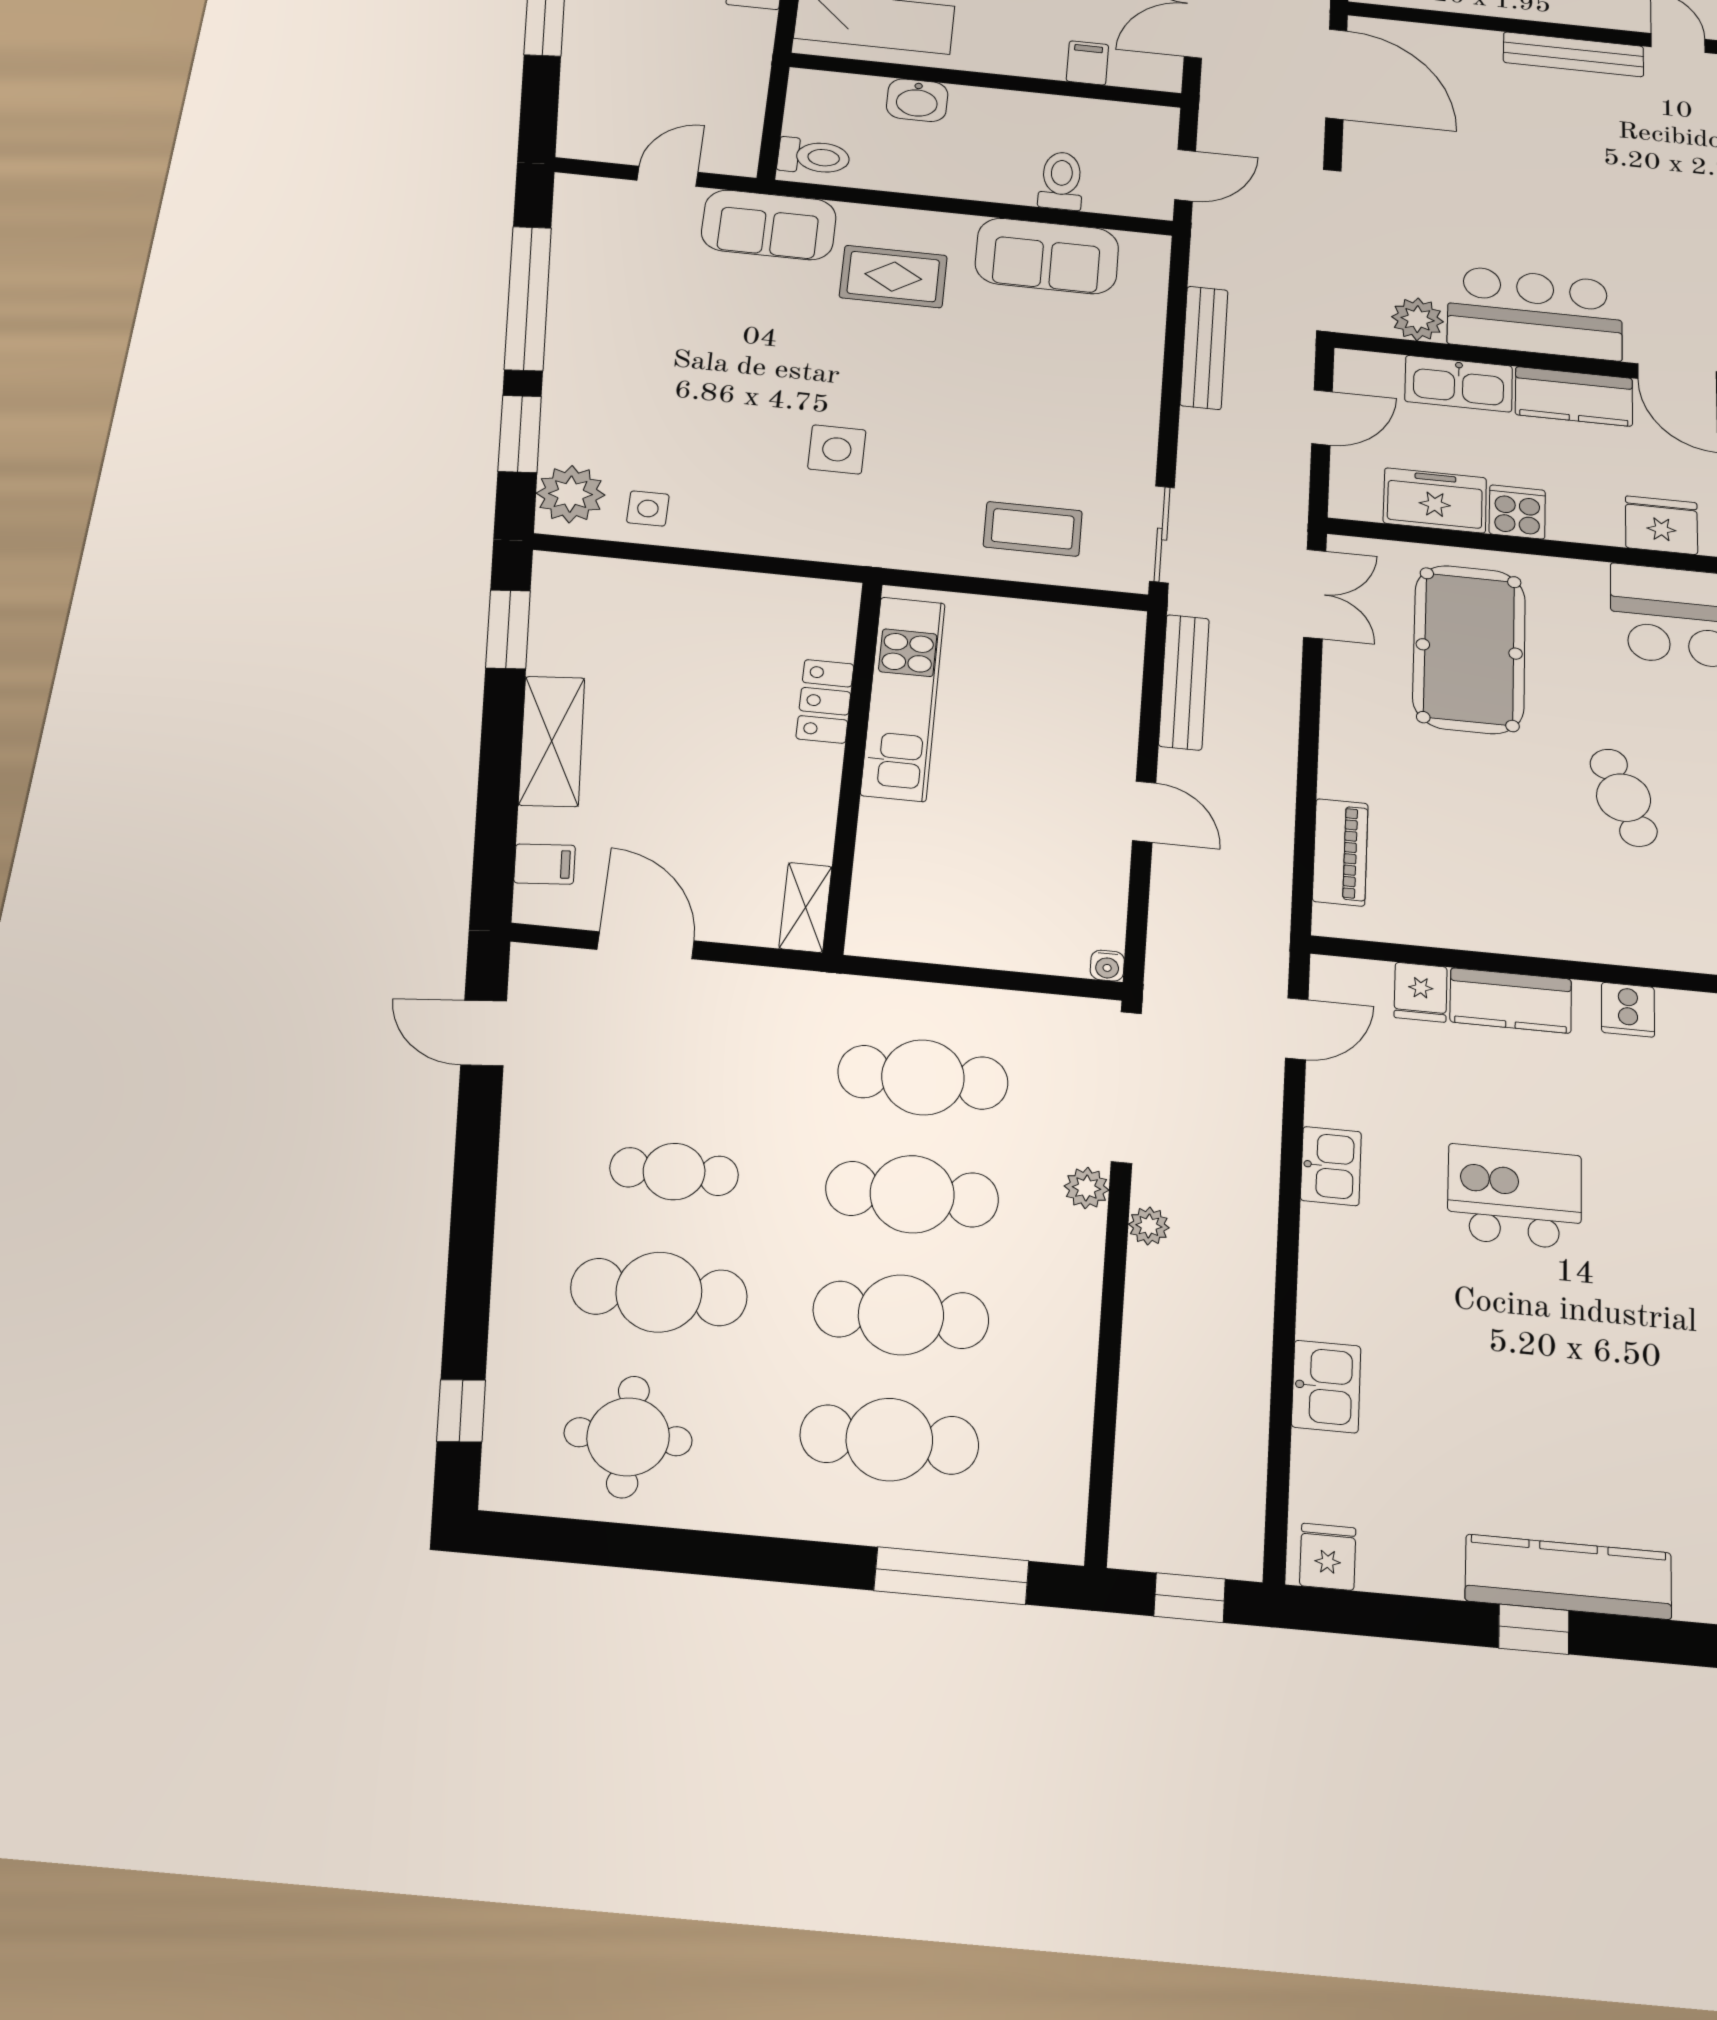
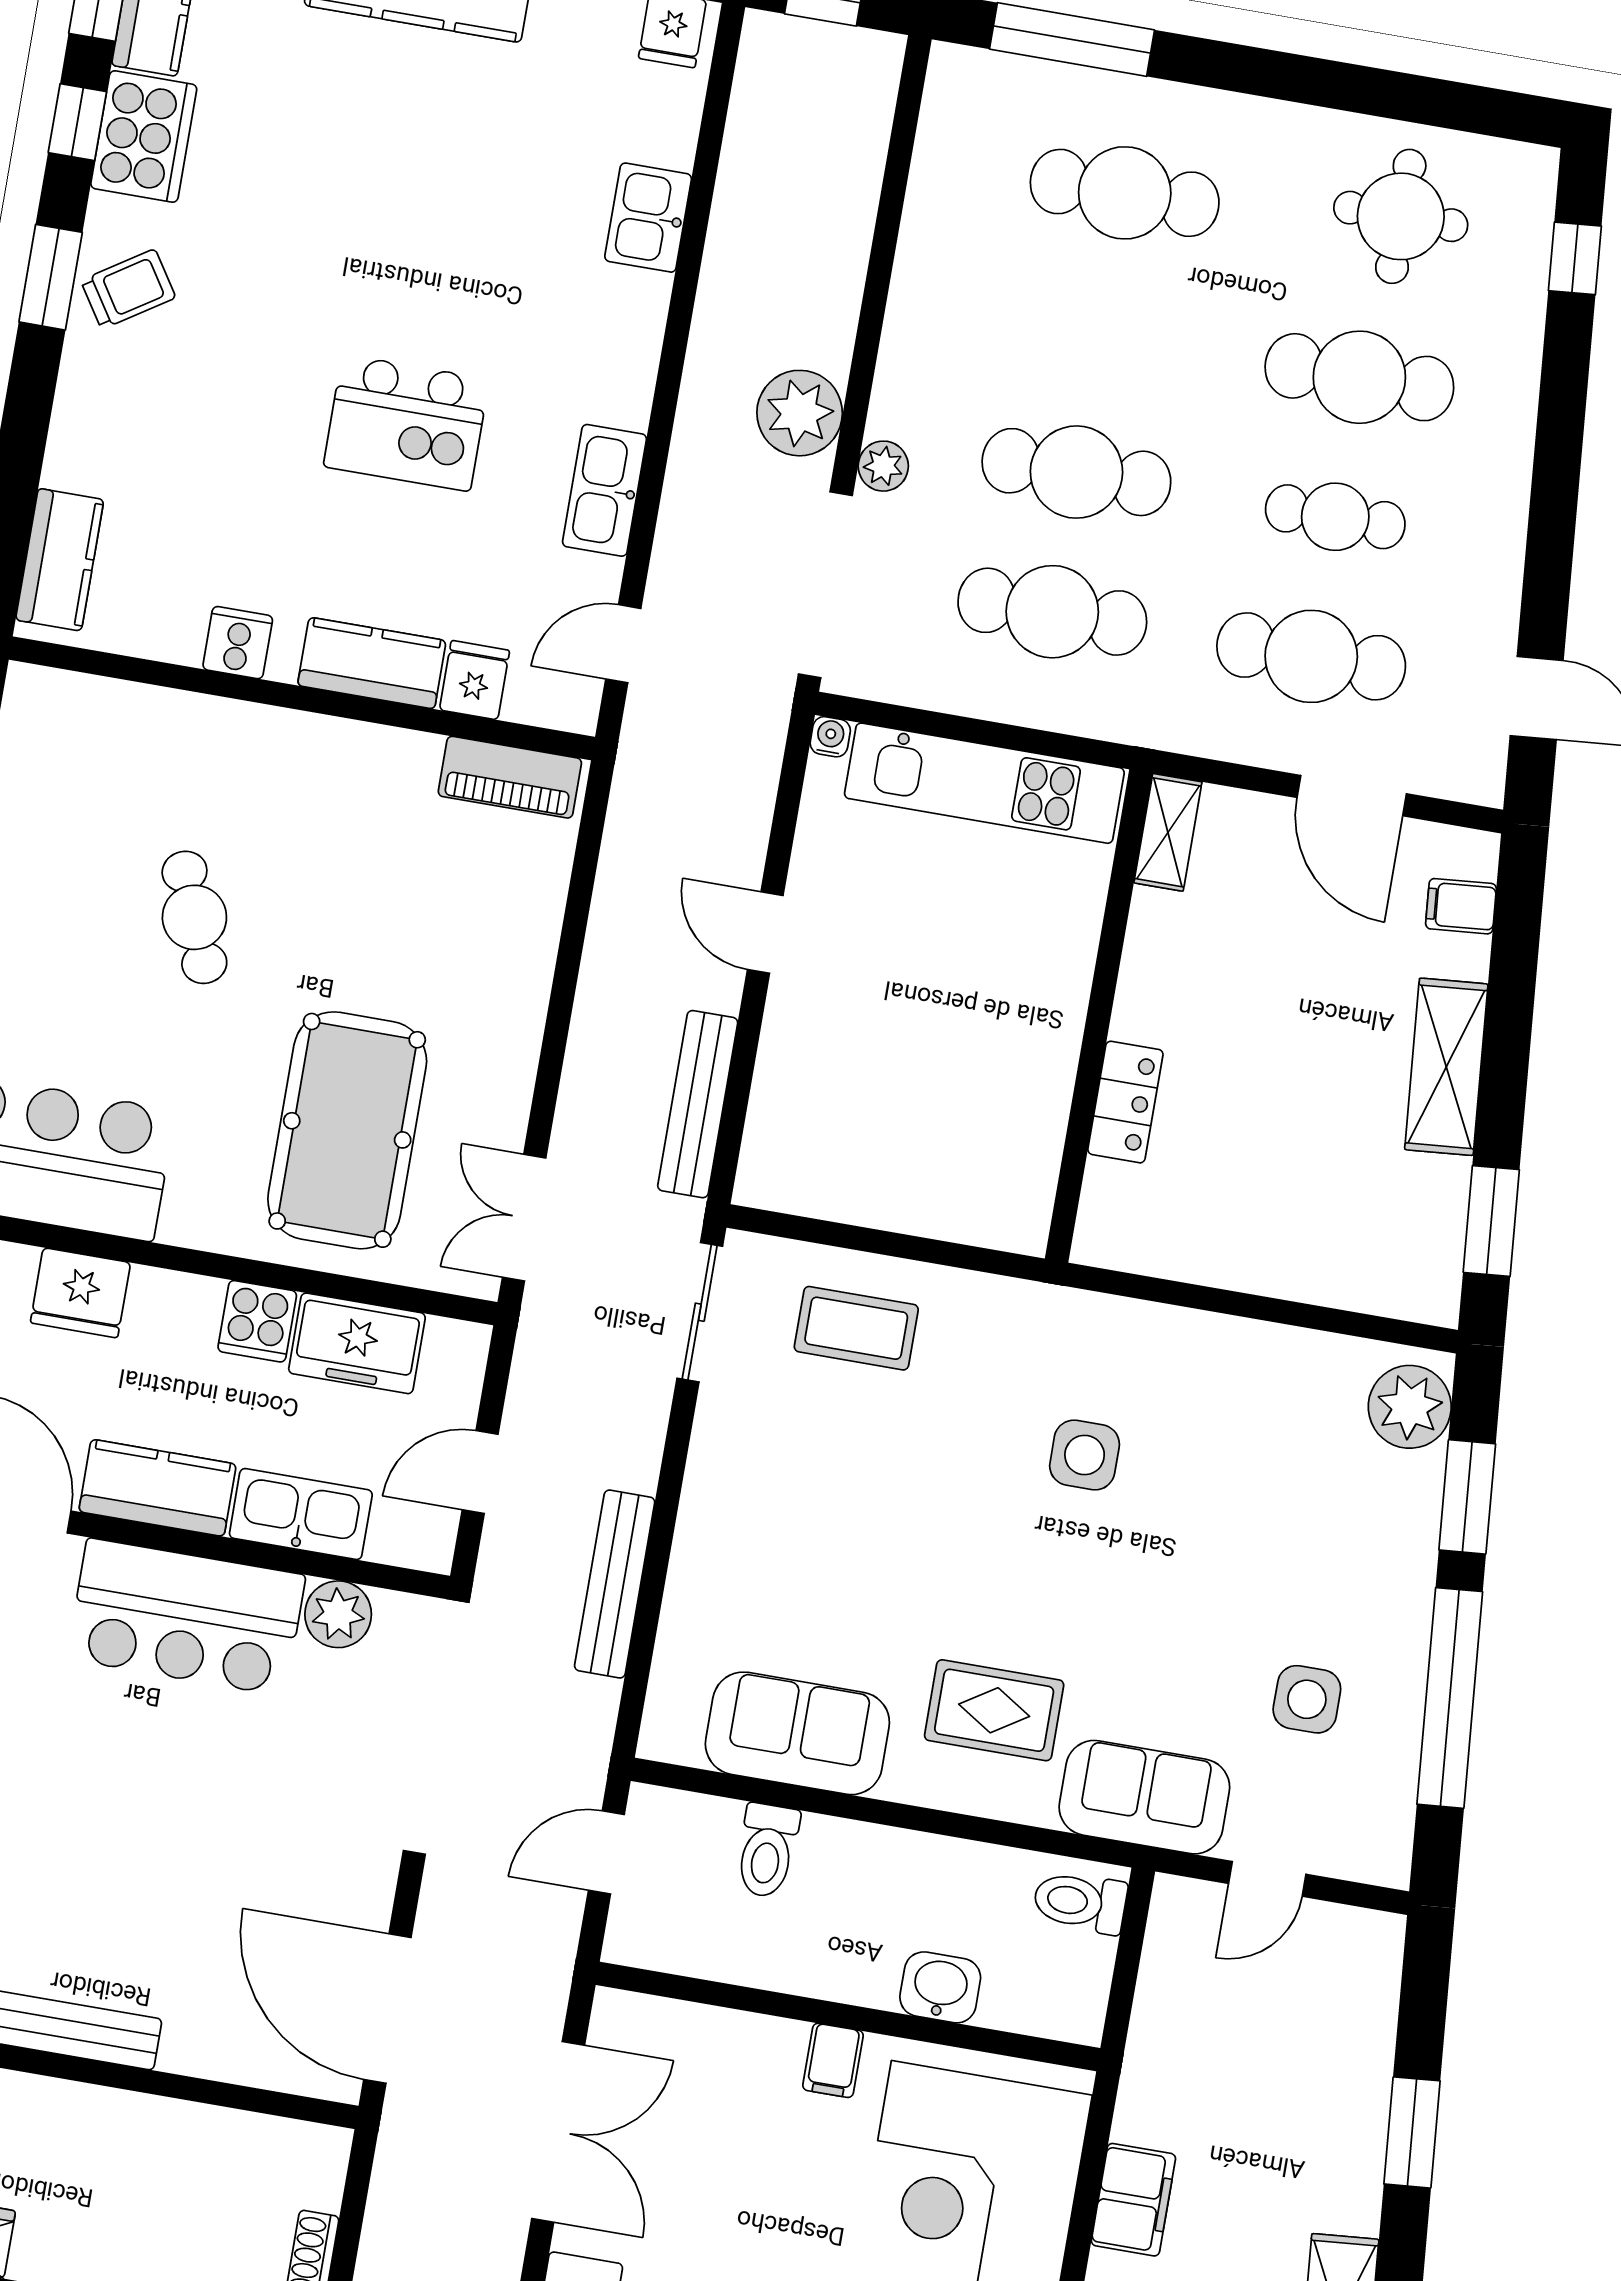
filing cabinet: (1087, 63) -> (833, 2060), moved
side table: (648, 508) -> (1307, 1699), moved, width x1.37, depth x1.37
kitchen unit: (903, 698) -> (984, 783), moved, turned -90
piano: (1340, 852) -> (510, 777), moved, turned -90
kitchen sink: (1331, 1166) -> (604, 490), width x1.38
plant: (1149, 1226) -> (800, 413), width x1.88, depth x1.88
cafe table: (901, 1315) -> (1311, 656), moved

